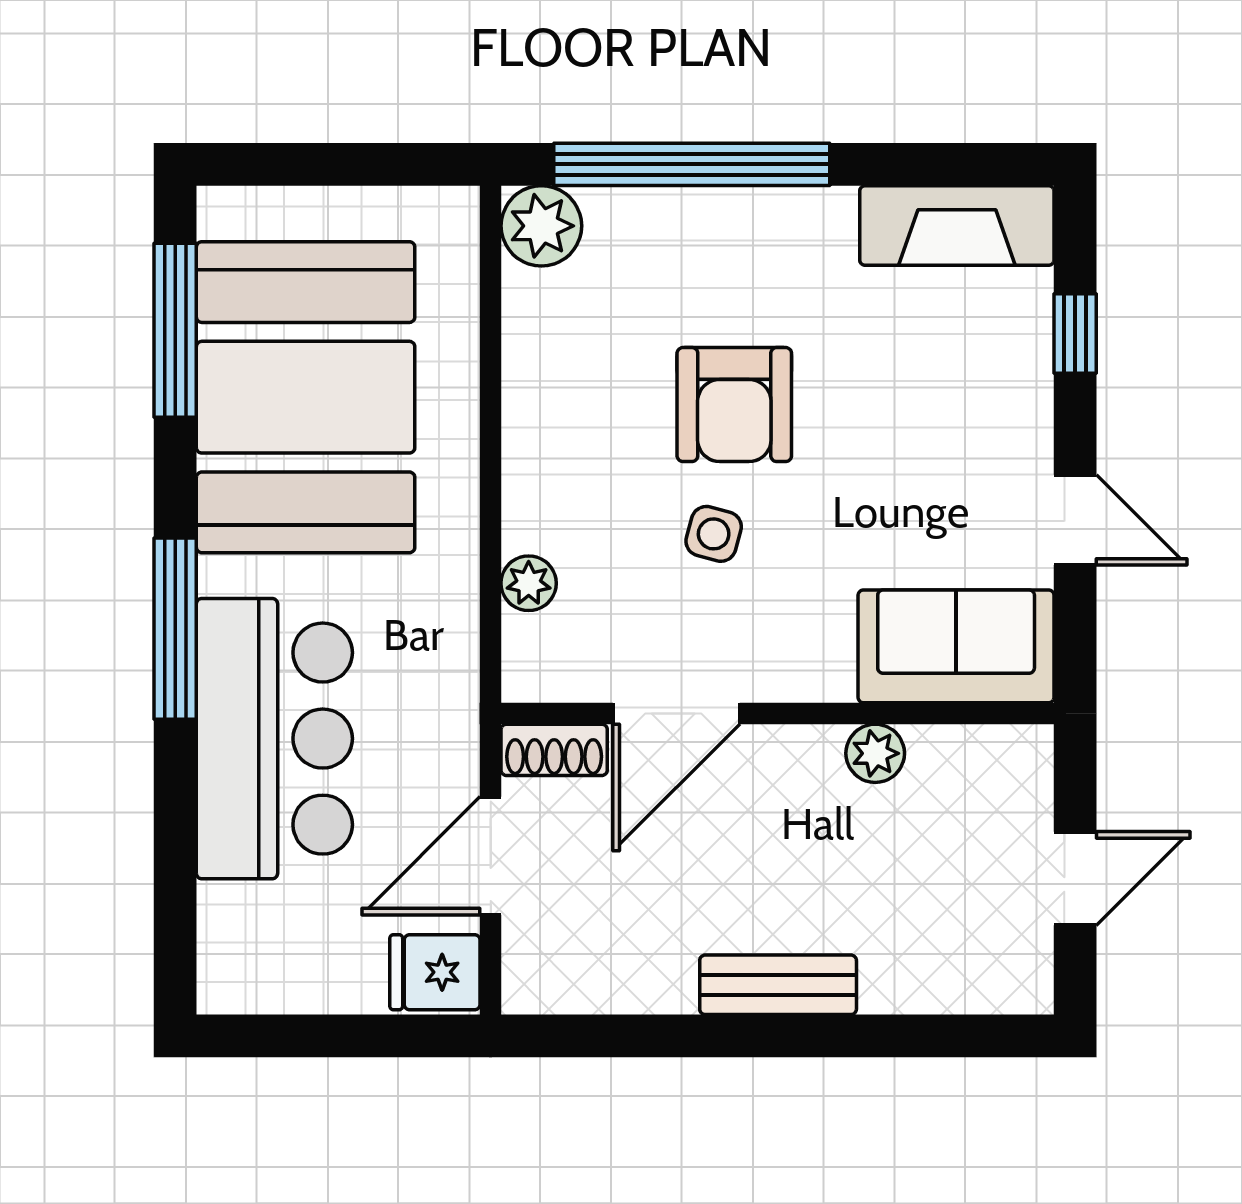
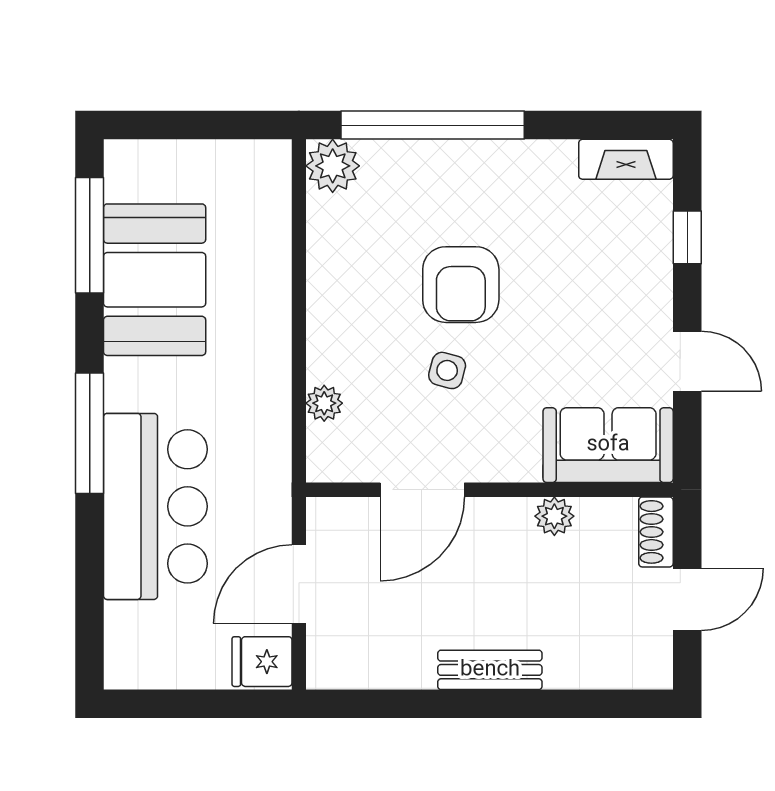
fireplace: (957, 226) -> (626, 159), width x0.73, depth x0.76
booth: (306, 397) -> (155, 280), width x0.73, depth x0.70
shoe rack: (554, 750) -> (656, 532), moved, turned 90

